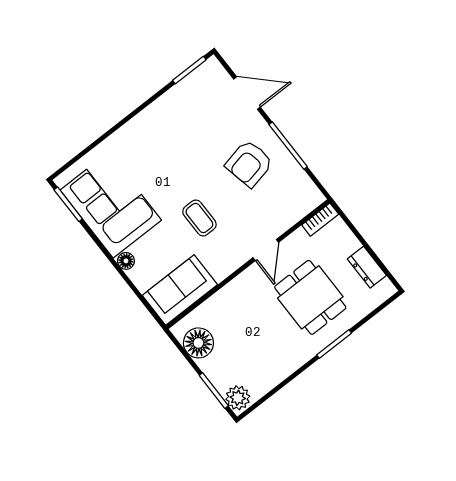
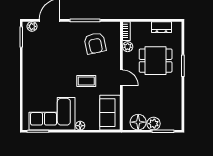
plant: (217, 74) -> (32, 26), added
armchair: (249, 164) -> (95, 43), moved
plant: (298, 240) -> (128, 47), added
door: (266, 250) -> (121, 78), moved
plant: (238, 398) -> (154, 124), moved

